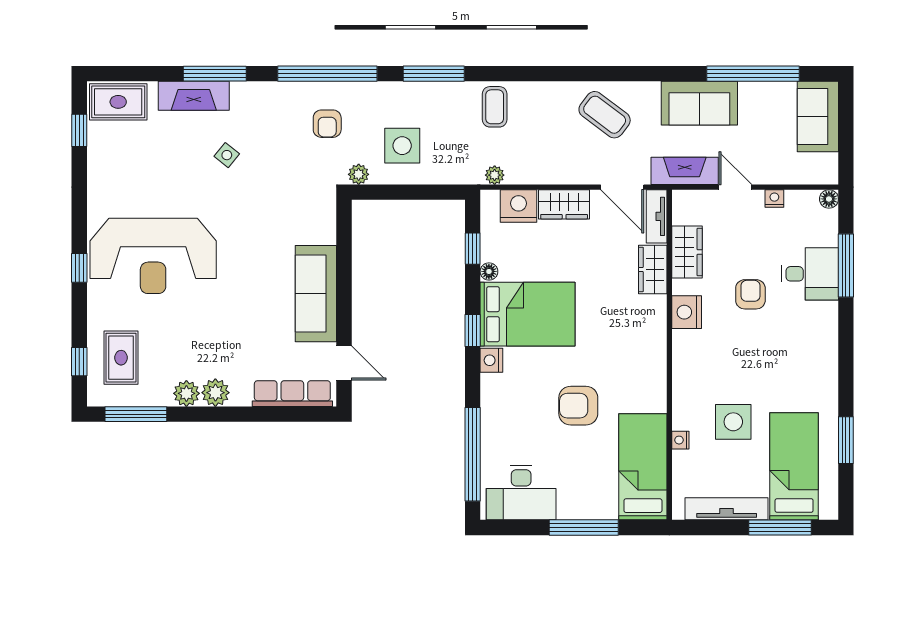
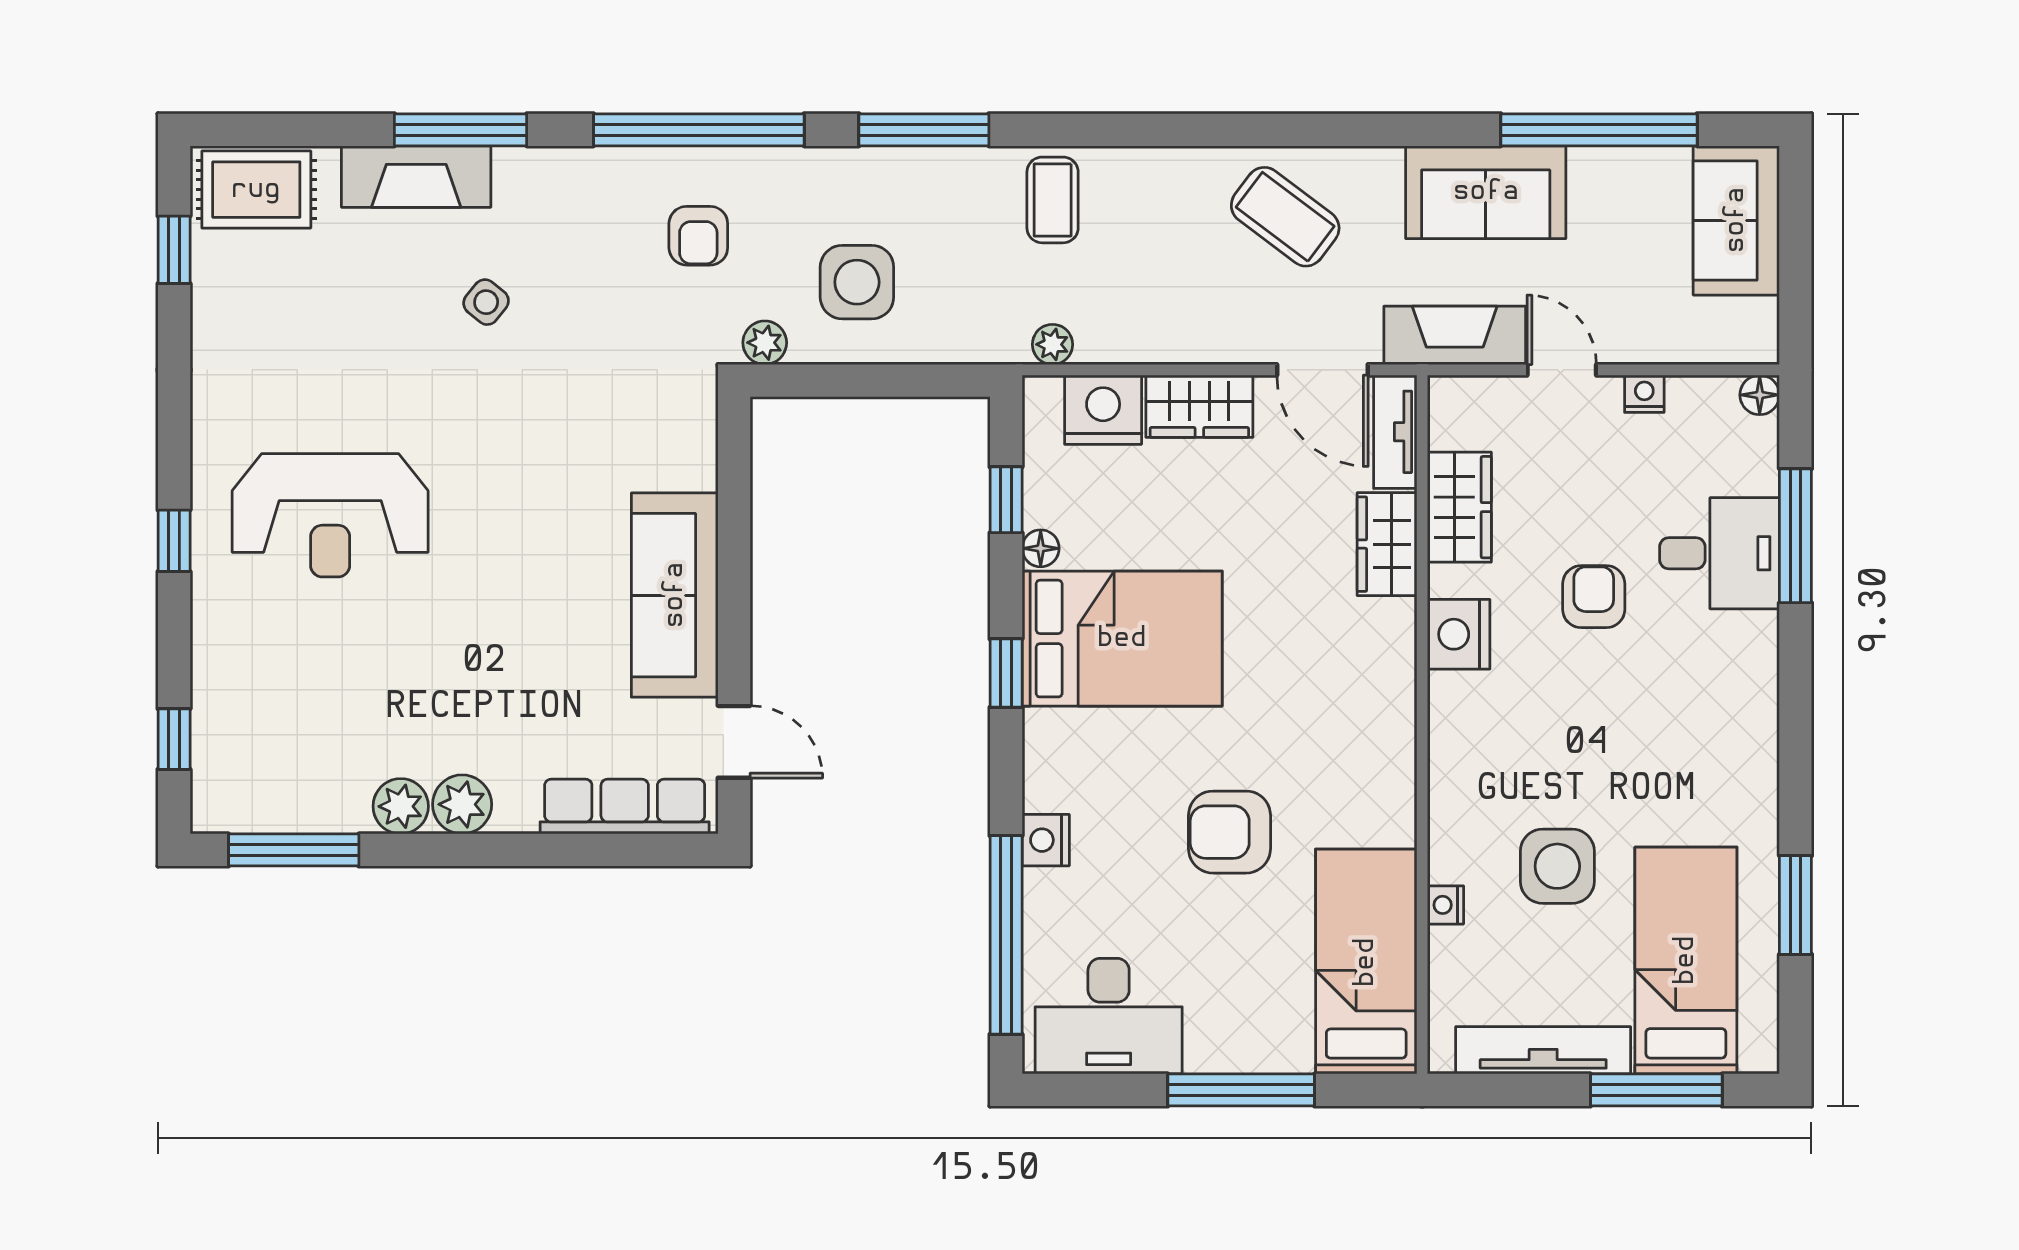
reception desk: (153, 256) -> (330, 515), width x0.74, depth x0.77
rug: (121, 358) -> (262, 731), removed
nightstand: (491, 360) -> (1046, 840), moved

